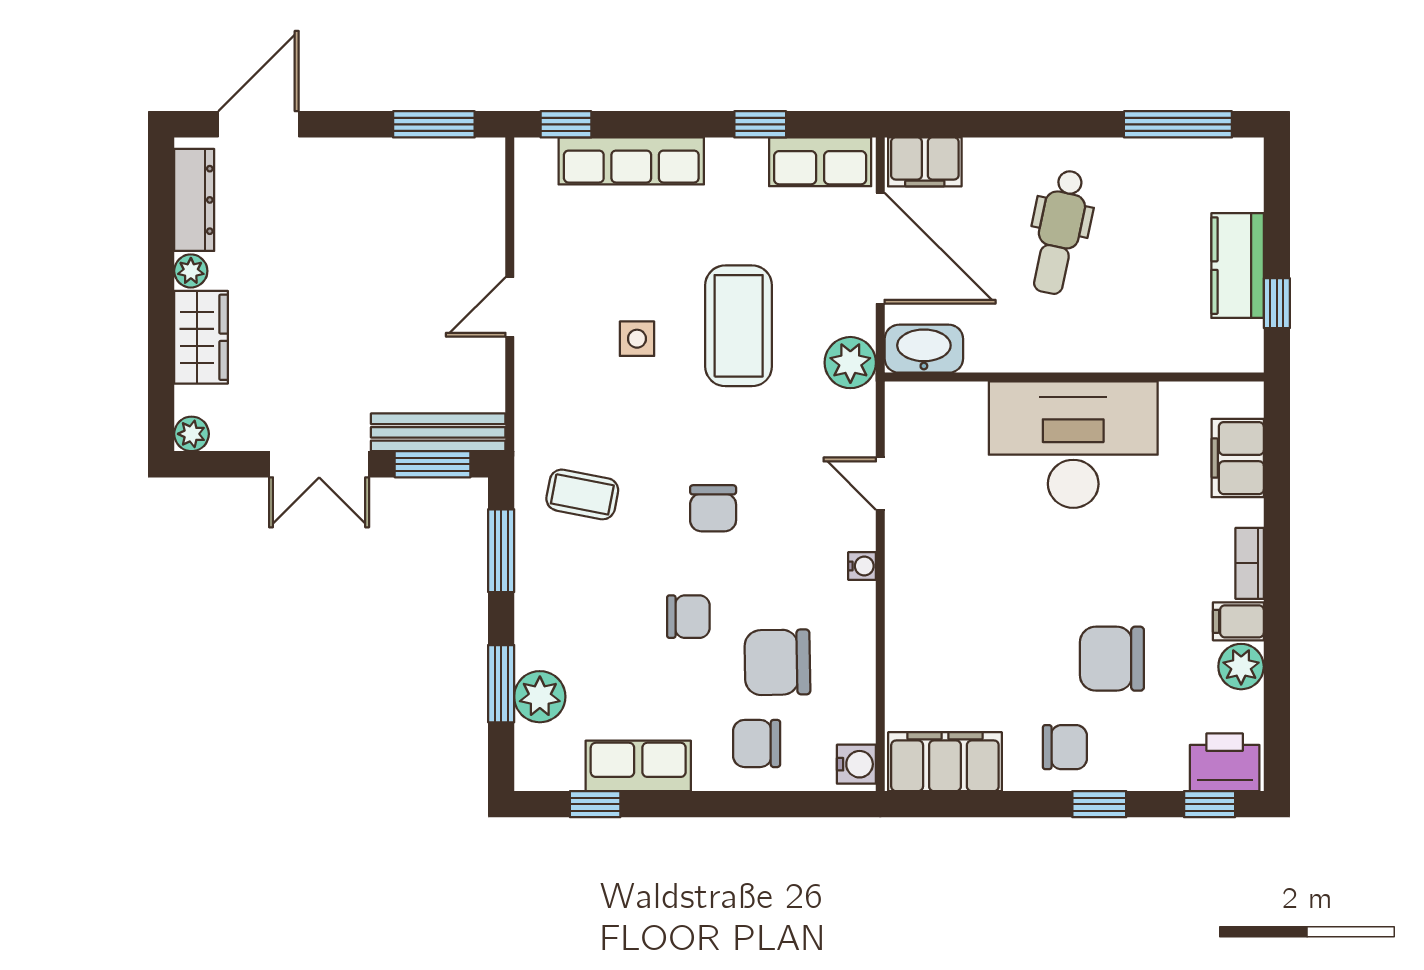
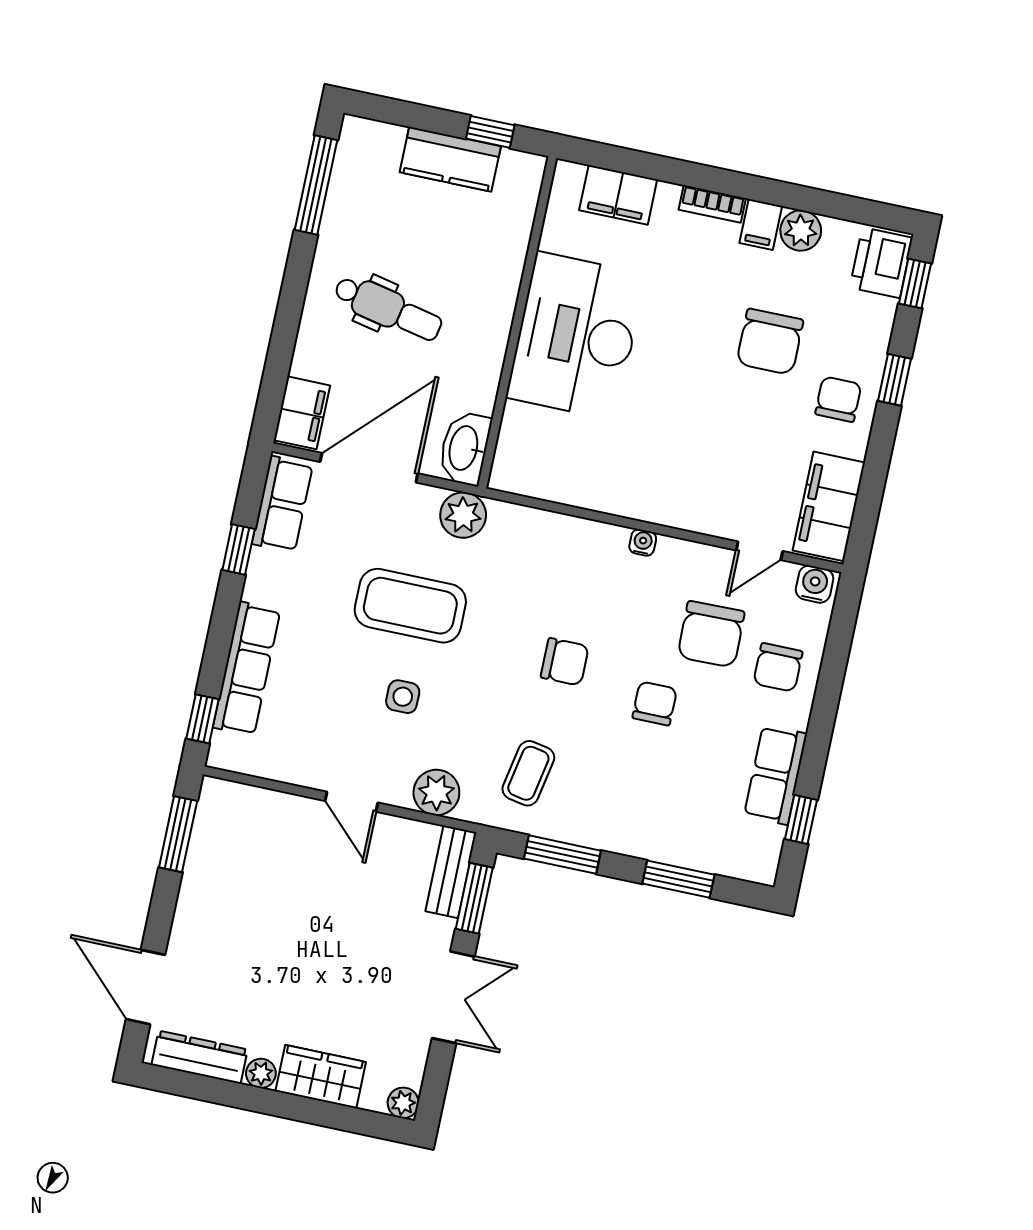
bench: (438, 432) -> (451, 872), width x0.73
door: (880, 484) -> (759, 551), moved
plant: (540, 697) -> (436, 792), moved

